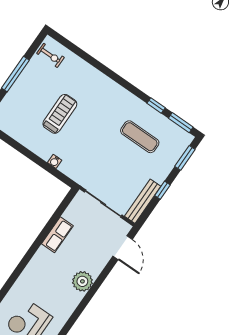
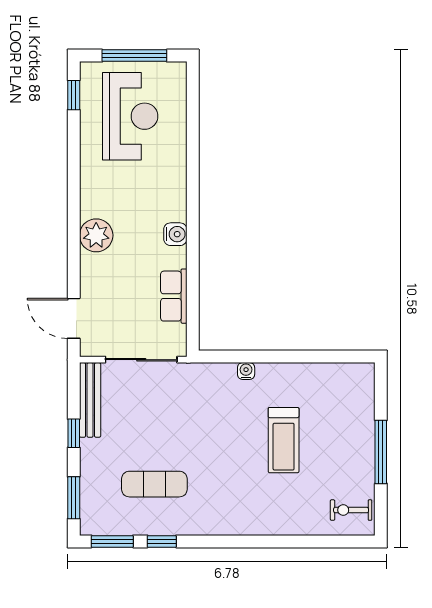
row of seats: (57, 235) -> (174, 296), moved
water cooler: (42, 254) -> (175, 234), added

